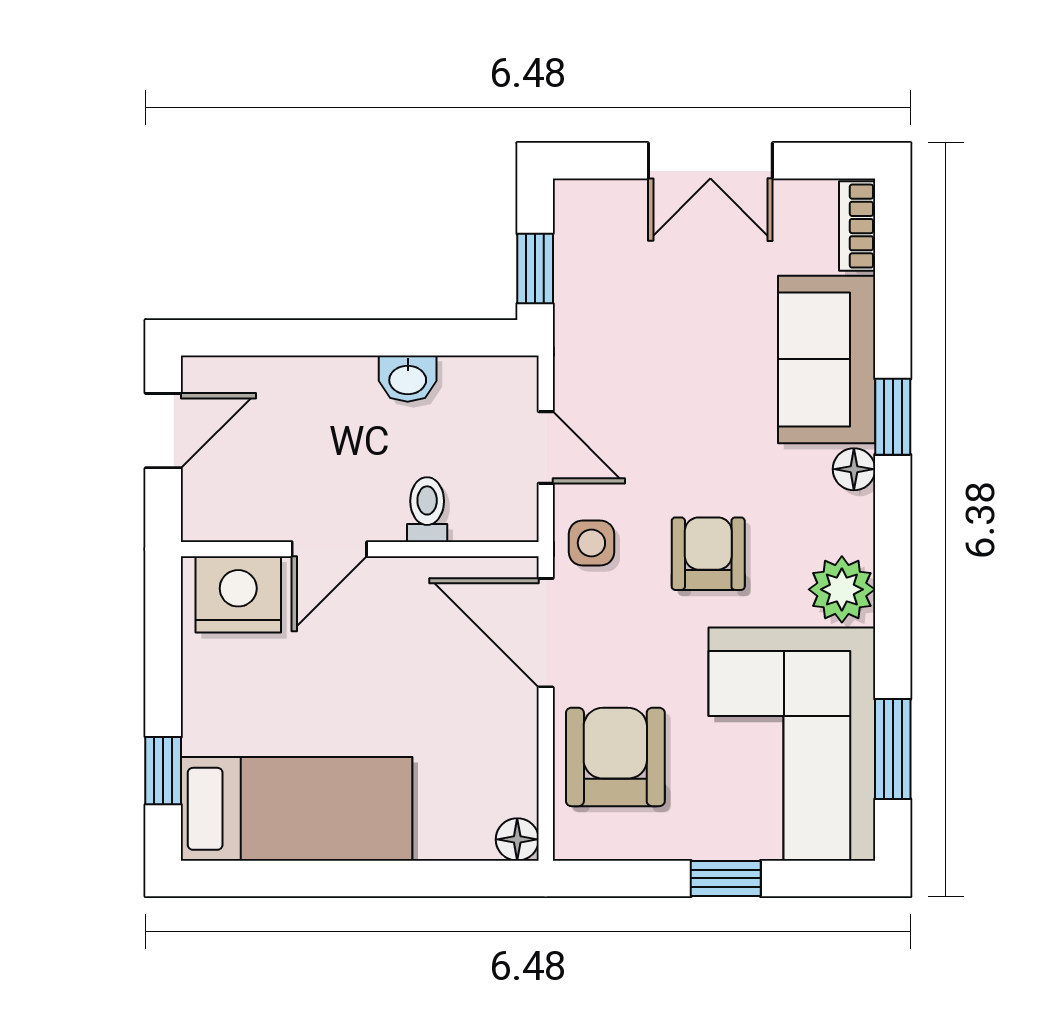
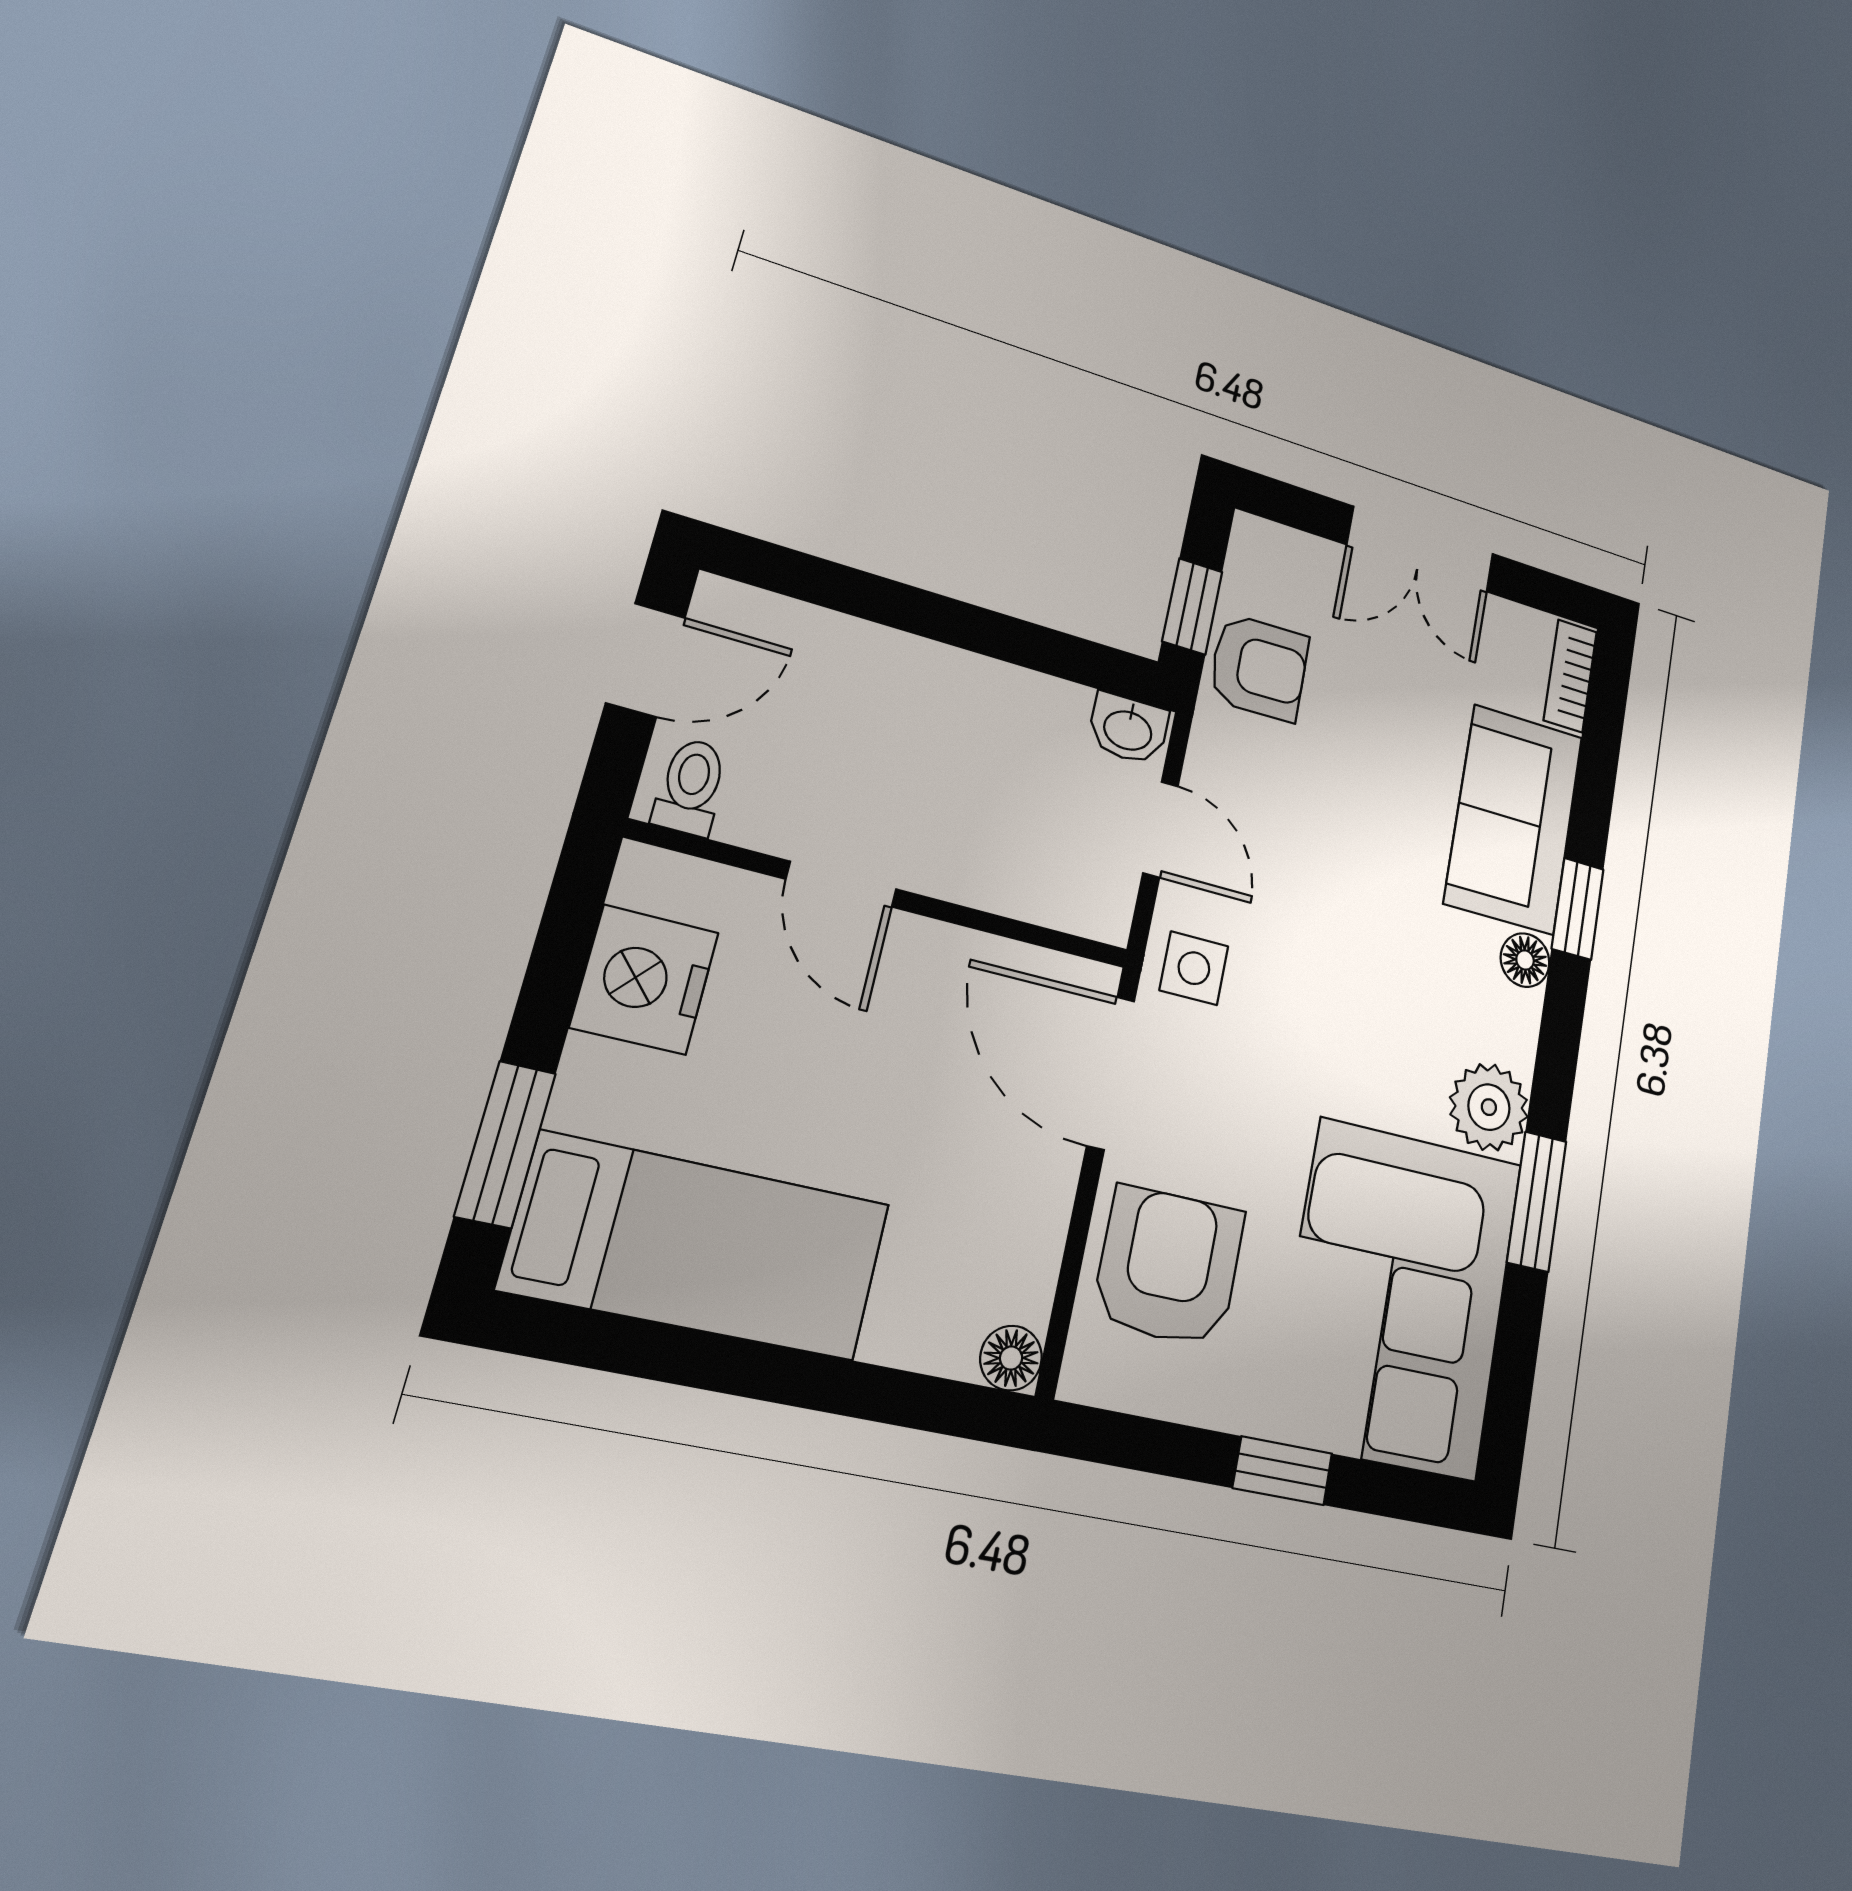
washbasin: (408, 379) -> (1128, 729), moved
toilet: (427, 510) -> (691, 787), moved
door: (329, 549) -> (841, 884), hinge flipped
armchair: (708, 554) -> (1259, 668), moved, turned 89
nightstand: (238, 594) -> (645, 980), moved, turned -90
window: (893, 749) -> (1537, 1201), moved
window: (163, 771) -> (505, 1144), width x1.50

